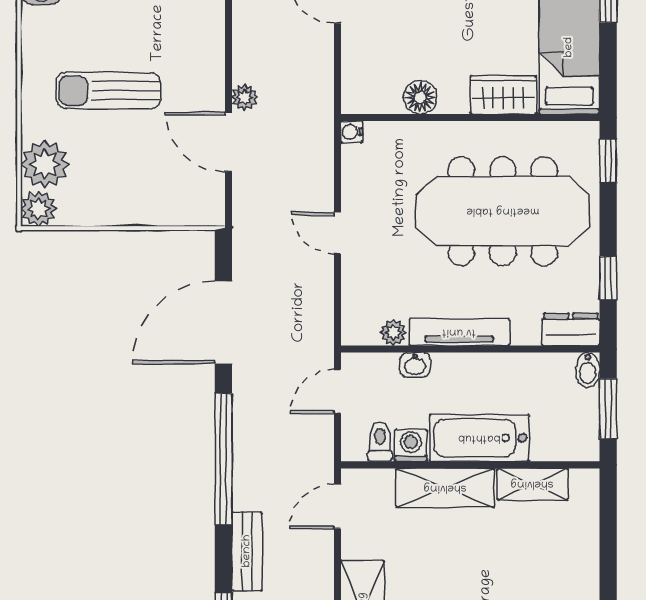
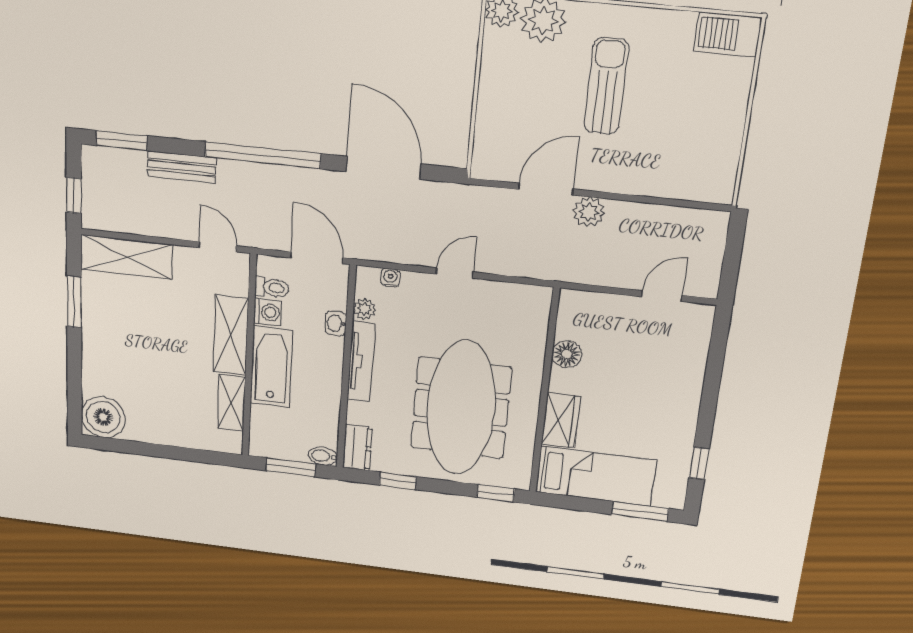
plant: (245, 97) -> (589, 212), width x1.38, depth x1.38
water cooler: (352, 132) -> (390, 278), moved
door: (337, 391) -> (317, 258), width x1.37

